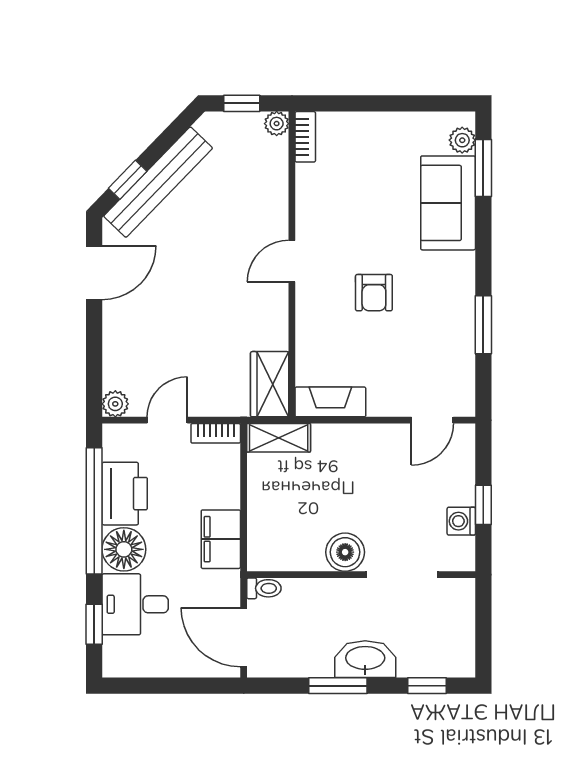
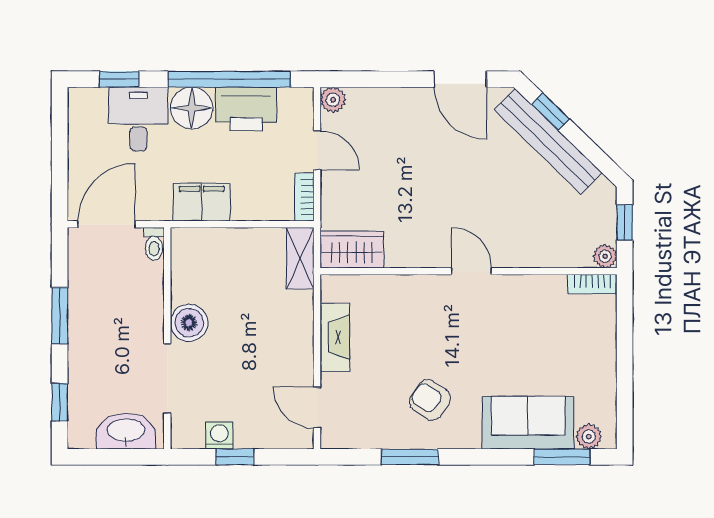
armchair: (374, 293) -> (430, 400), moved, turned 34
fireplace: (330, 402) -> (335, 337), moved
washbasin: (365, 659) -> (126, 431), moved, turned -90

